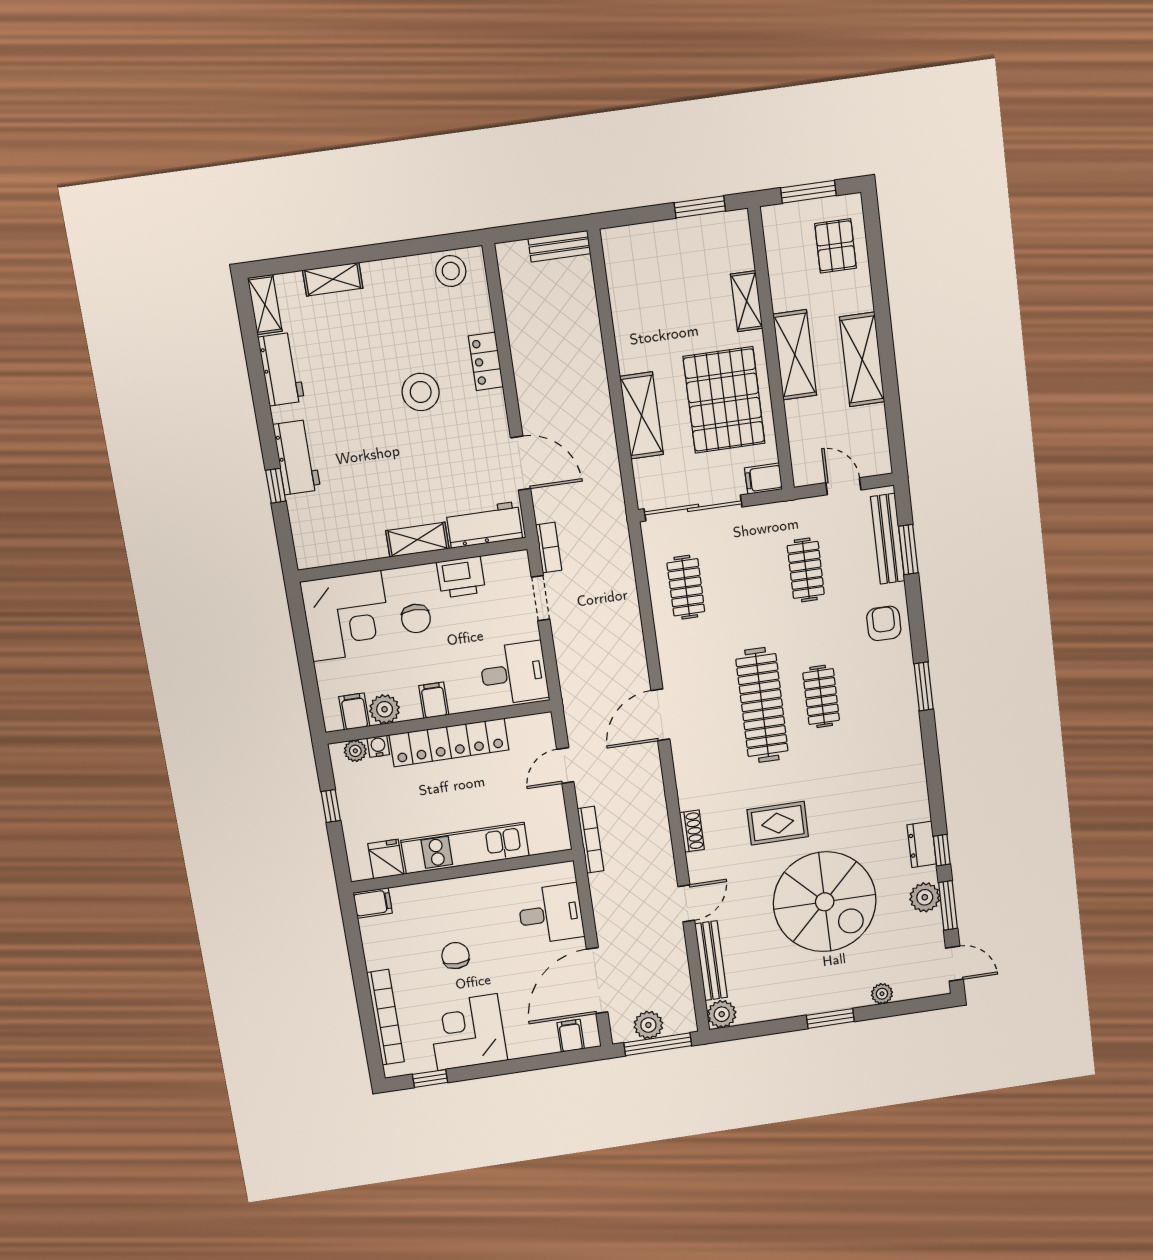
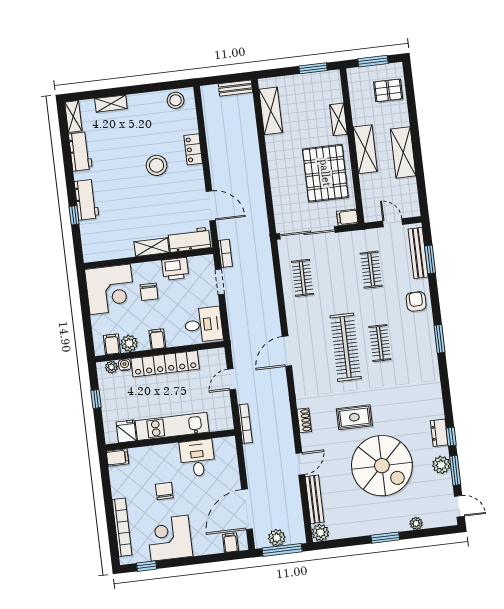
pallet: (836, 246) -> (388, 90), turned 90
shelving: (642, 416) -> (271, 111), moved
desk: (551, 914) -> (197, 458), moved, turned -90

